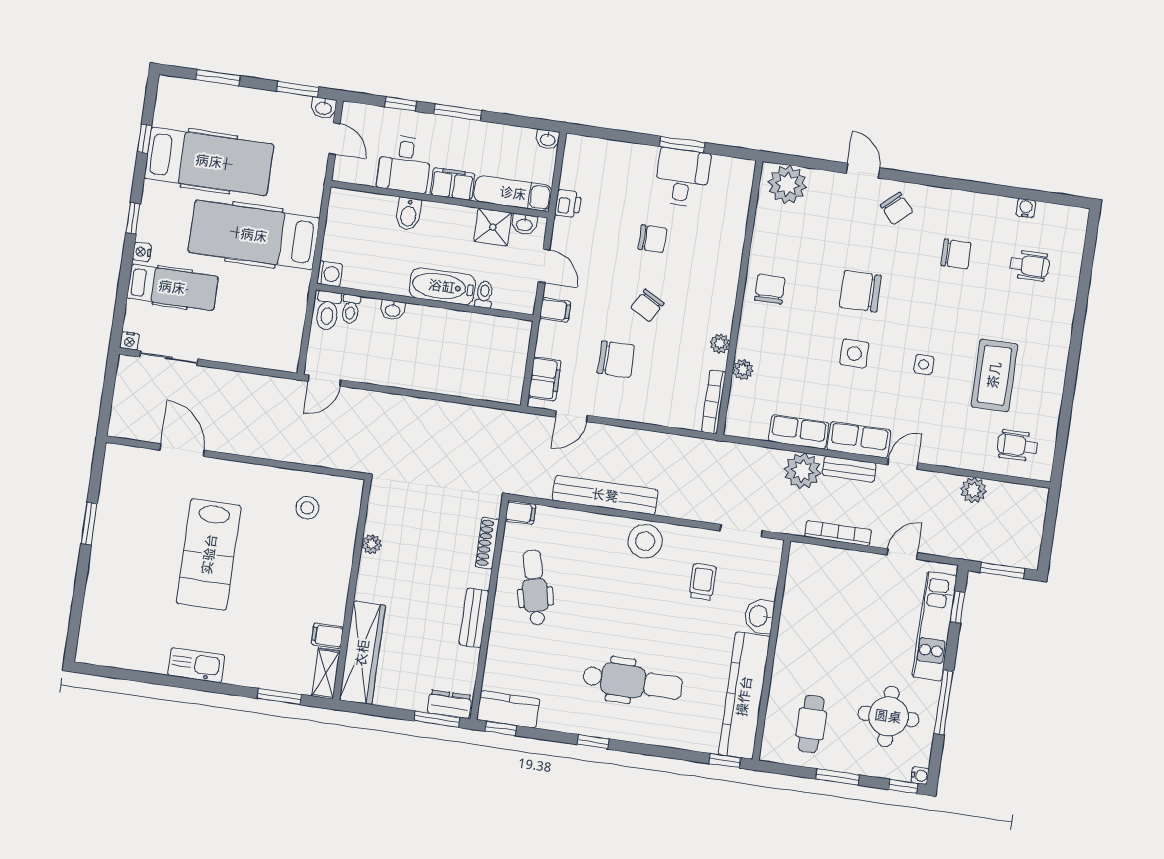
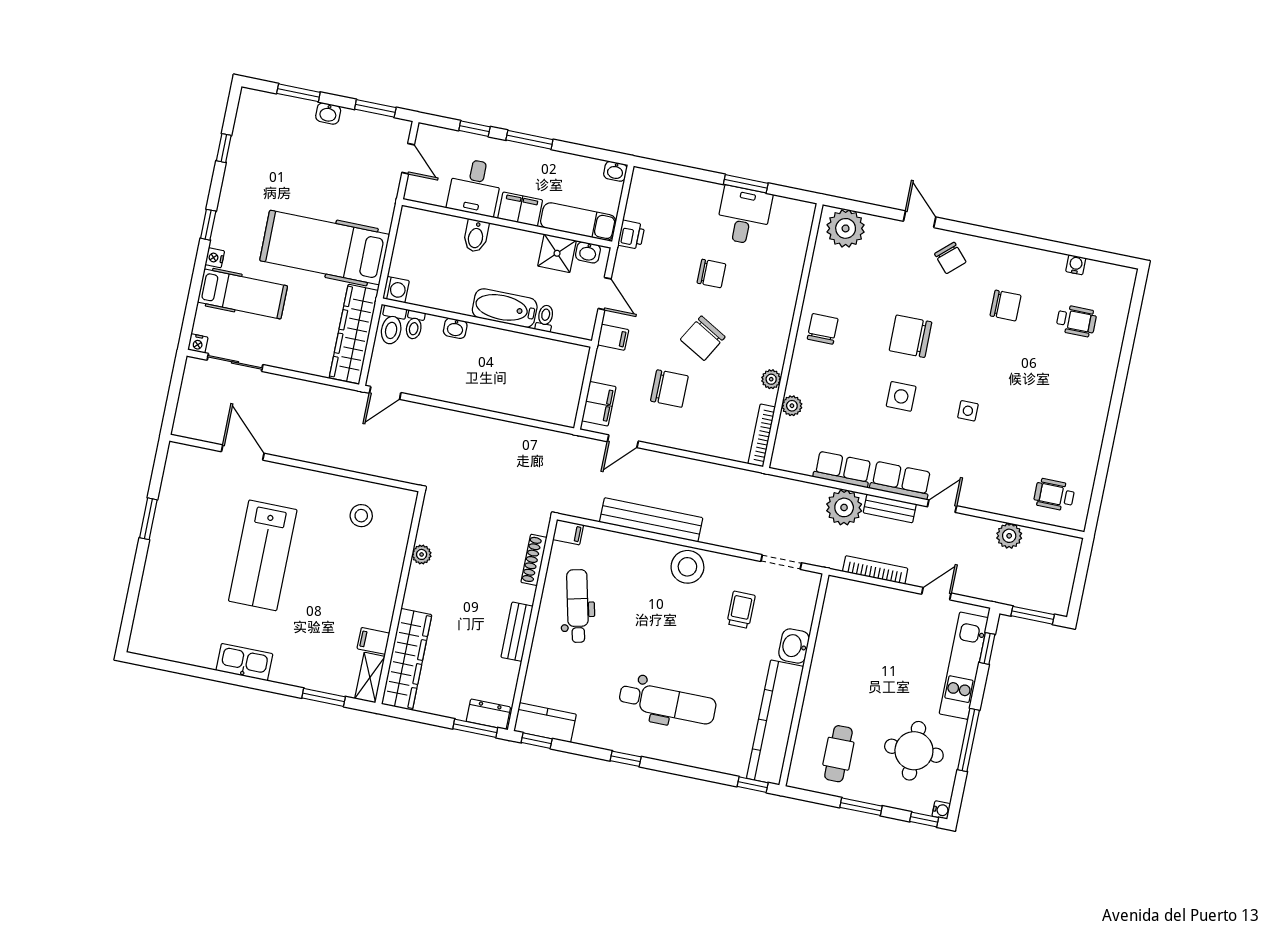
washbasin: (324, 108) -> (328, 113), moved
hospital bed: (209, 161) -> (285, 174), removed
chair: (647, 306) -> (703, 338), width x1.37, depth x1.37
wardrobe: (289, 322) -> (354, 334), added
coffee table: (994, 375) -> (1036, 425), removed

